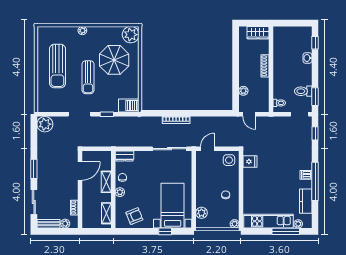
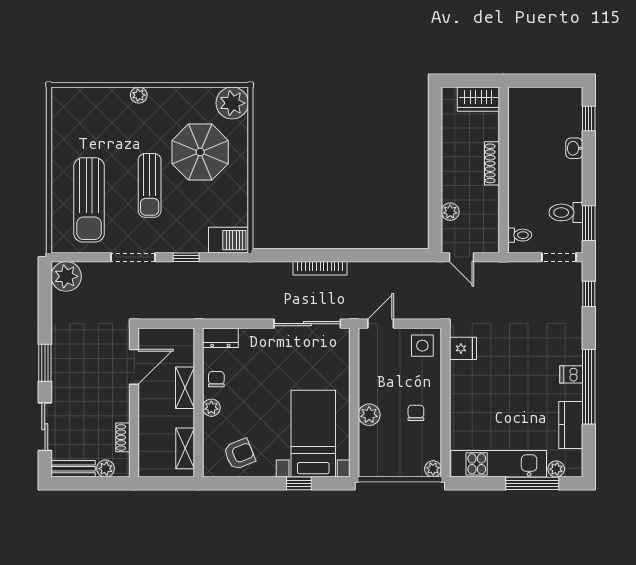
sun lounger: (57, 66) -> (89, 200), moved
plant: (201, 213) -> (369, 415), moved

